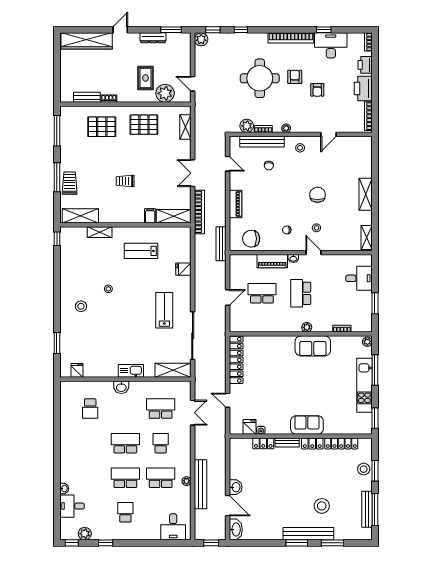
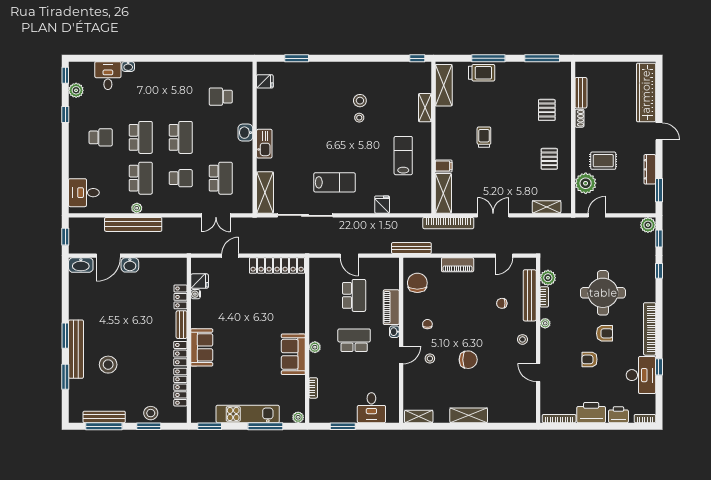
pallet: (144, 125) -> (549, 159), width x0.67, depth x0.71
pallet: (102, 127) -> (547, 110), width x0.67, depth x0.71
stool: (81, 306) -> (360, 101), moved

